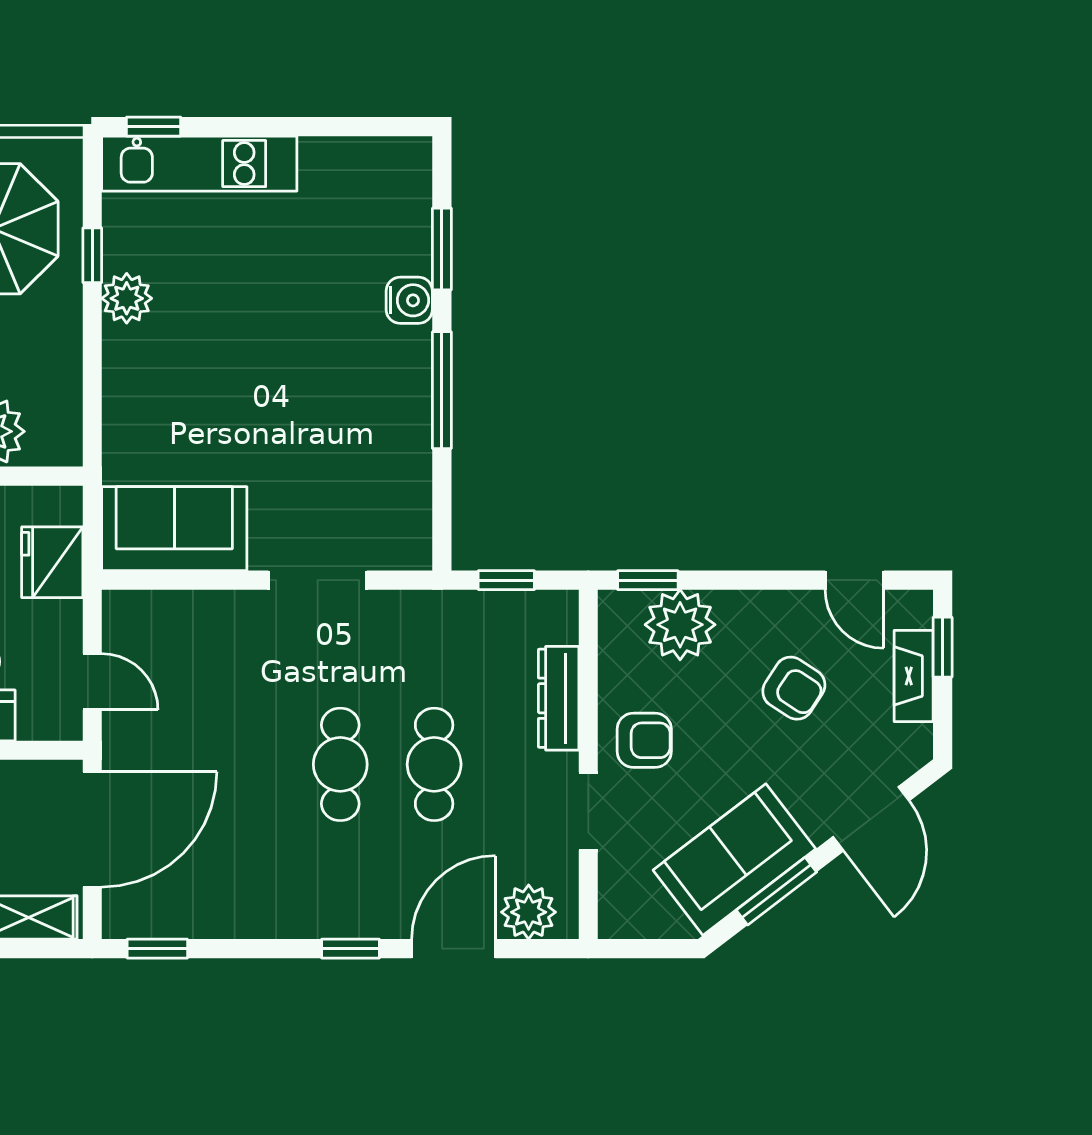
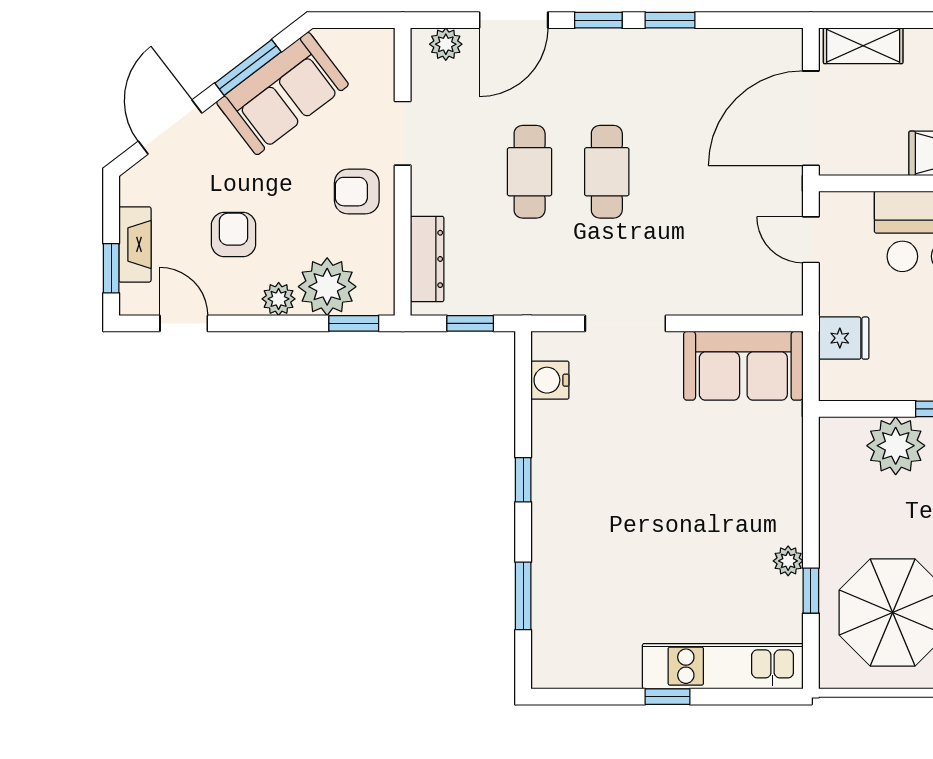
window: (154, 127) -> (668, 697), moved
plant: (127, 298) -> (788, 561), width x0.73, depth x0.73
water cooler: (409, 300) -> (550, 380), moved
window: (442, 390) -> (523, 480), width x0.46
fridge: (52, 562) -> (844, 338), width x0.72
plant: (739, 610) -> (279, 299), added
armchair: (794, 688) -> (234, 234), turned 57
dresser: (559, 698) -> (427, 259), moved
plant: (529, 912) -> (446, 44), width x0.73, depth x0.73
window: (157, 949) -> (670, 20), moved

